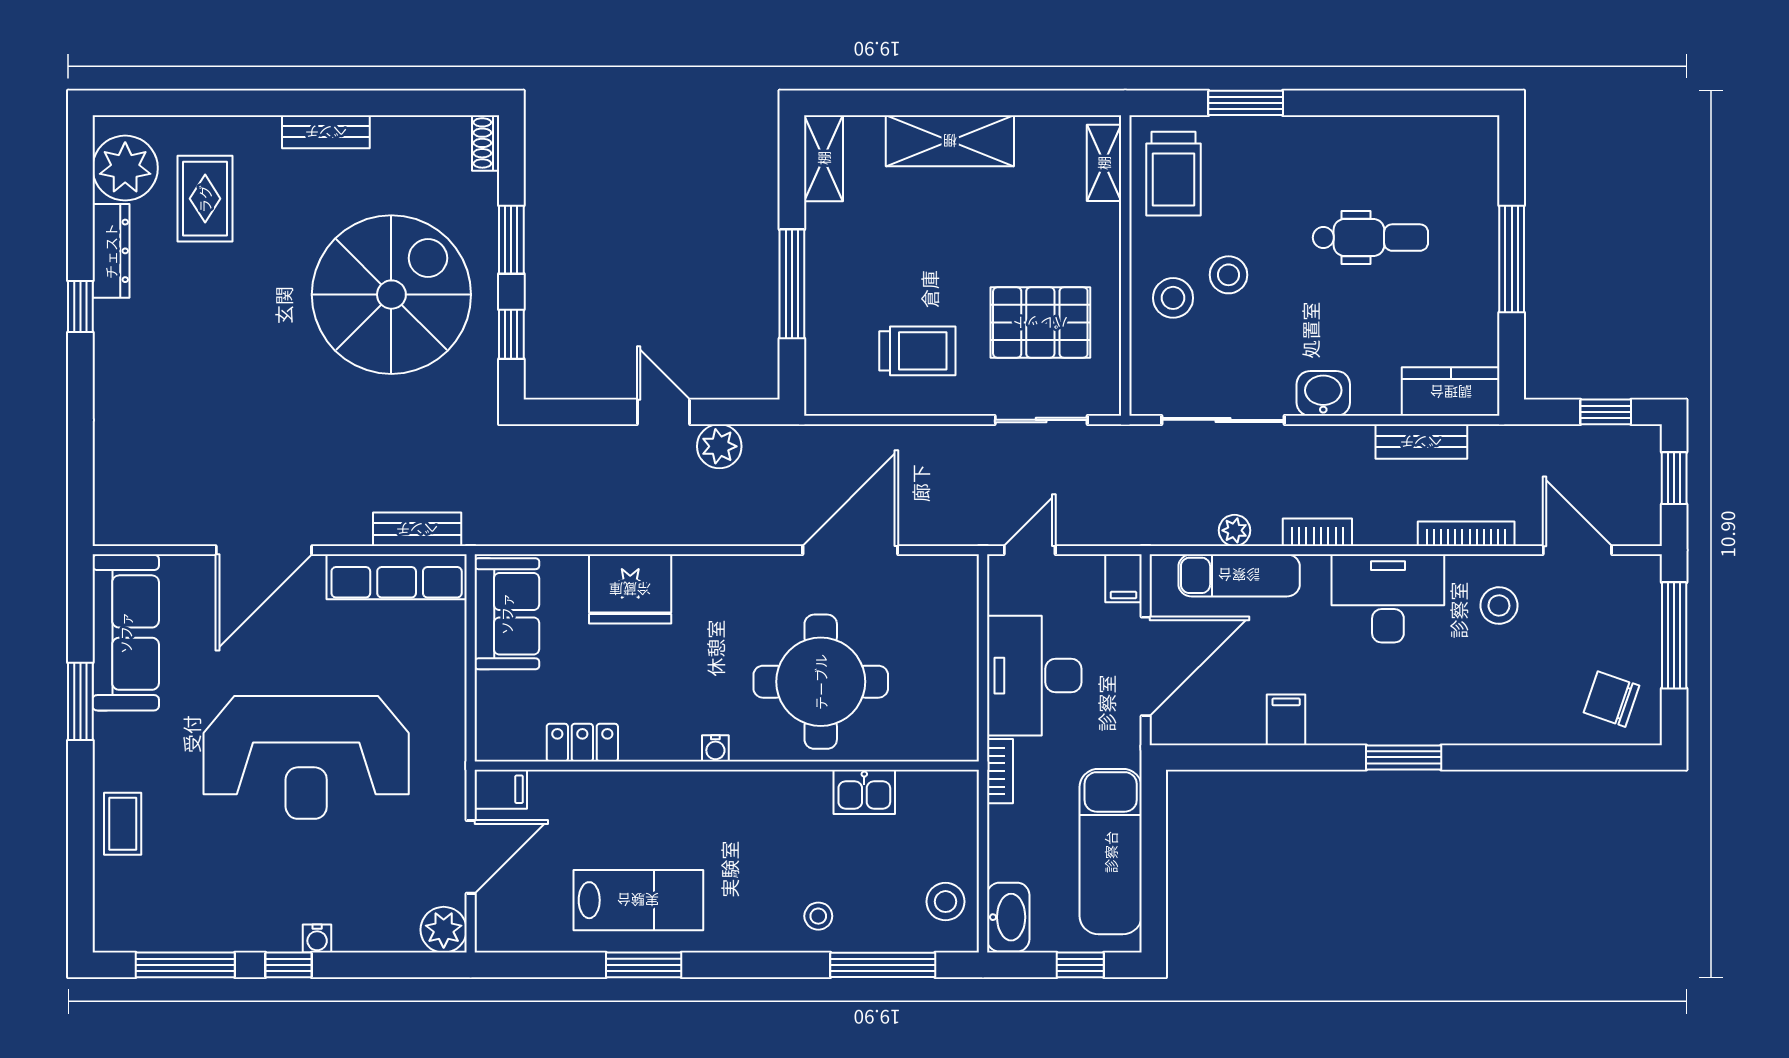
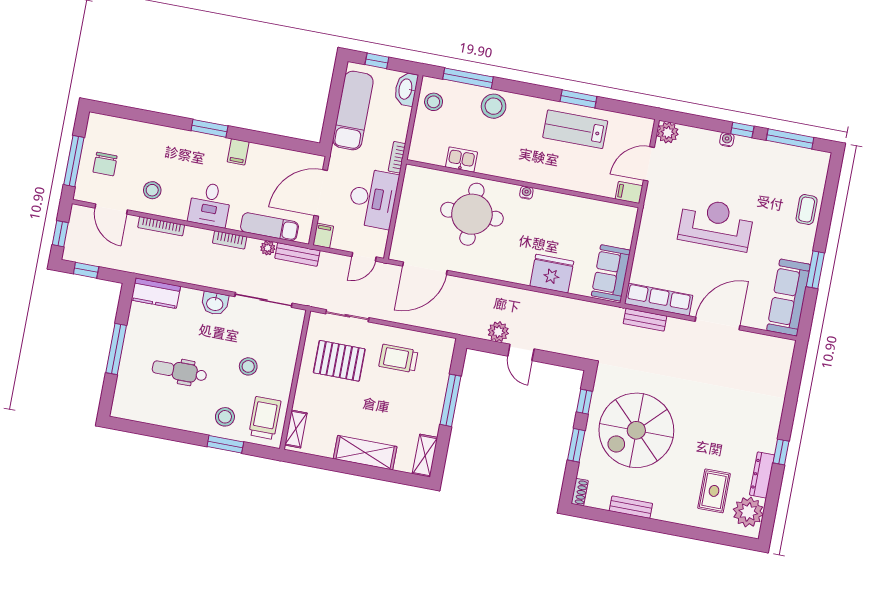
bench: (326, 132) -> (631, 507), moved
stool: (1173, 298) -> (225, 417), moved
bench: (1421, 442) -> (297, 254), moved
door: (850, 550) -> (425, 268), moved
desk: (1388, 598) -> (210, 205), width x0.73
chair: (1611, 699) -> (105, 164), moved, turned 71
filing cabinet: (1286, 720) -> (238, 152), moved
locker: (582, 743) -> (587, 207), removed
reception desk: (306, 757) -> (716, 224), width x0.74, depth x0.77
stool: (818, 916) -> (494, 106), width x1.89, depth x1.89

